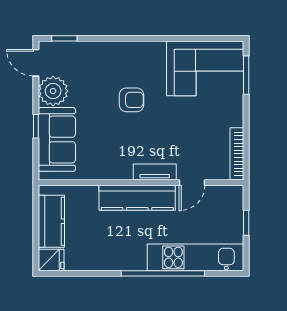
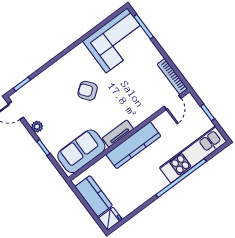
plant: (53, 91) -> (37, 127), width x0.53, depth x0.53
armchair: (131, 100) -> (88, 91), turned -128
sofa: (57, 139) -> (81, 151), moved, turned -90
tv unit: (155, 172) -> (118, 133), moved
door: (192, 183) -> (173, 102), moved

